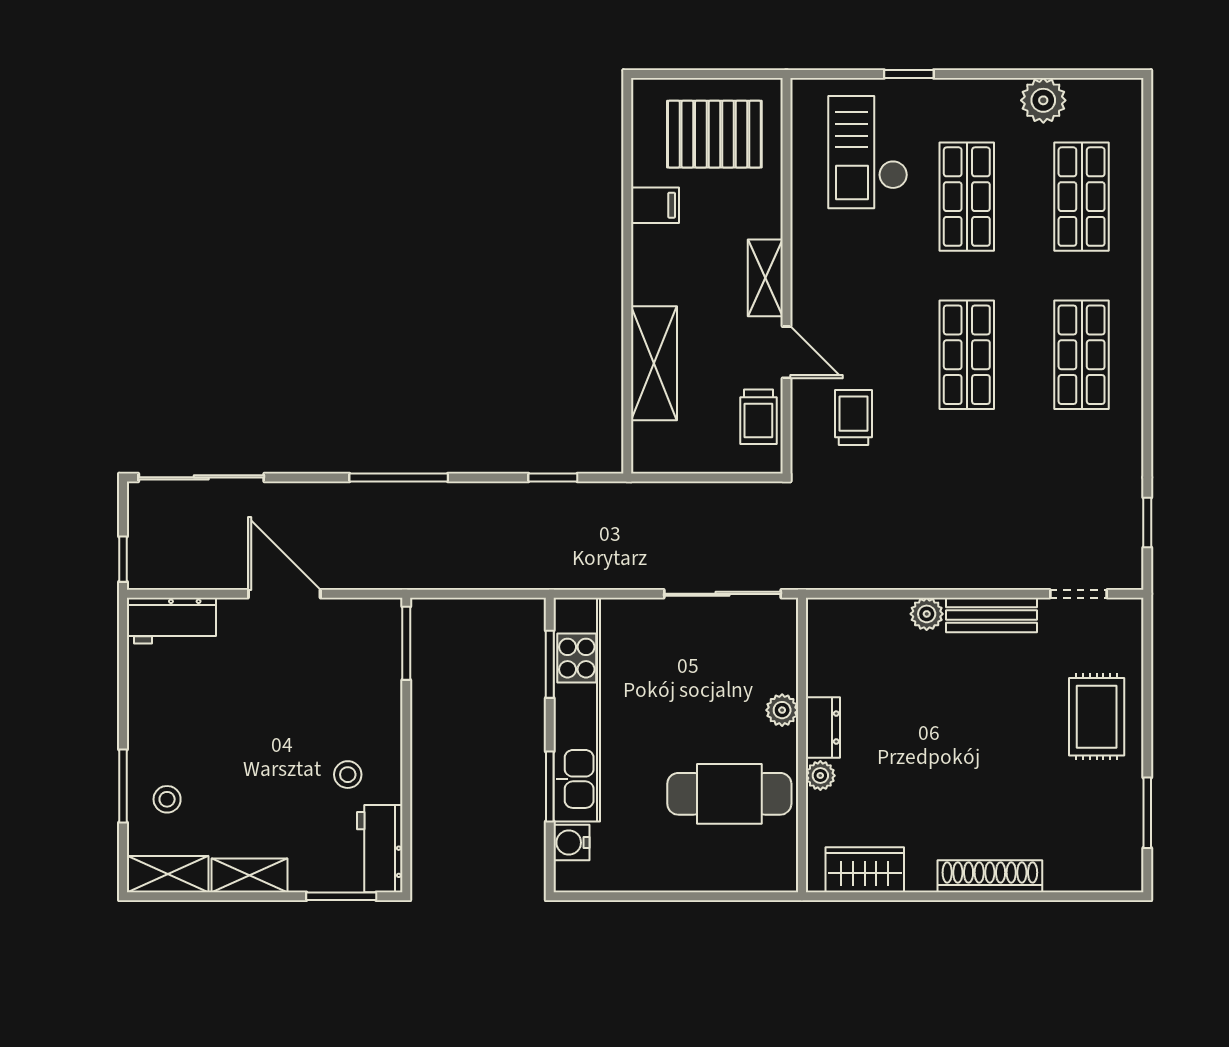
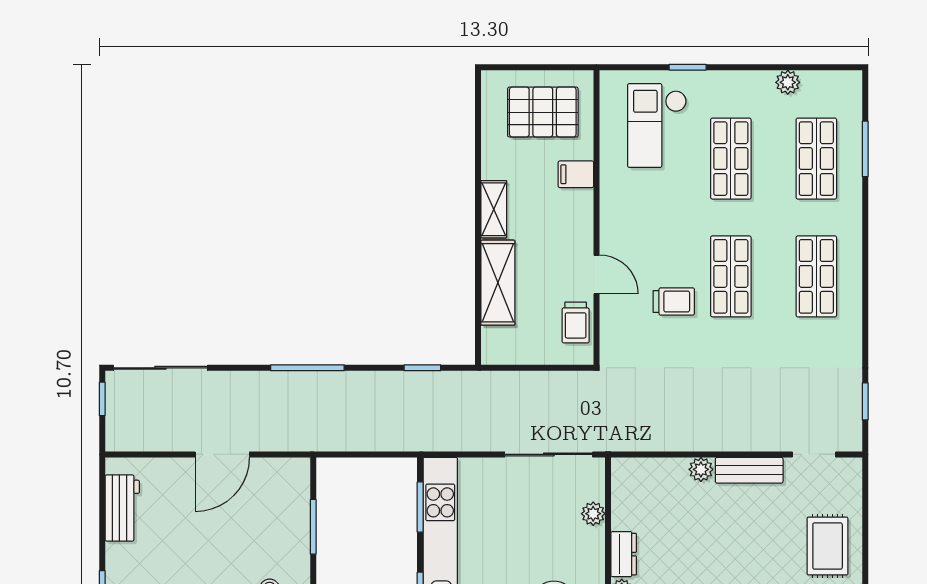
plant: (1043, 100) -> (788, 82), width x0.73, depth x0.73
window: (1147, 184) -> (865, 149), added
filing cabinet: (655, 205) -> (576, 174), moved, turned 180
shelving: (765, 278) -> (494, 209), moved
trolley: (854, 418) -> (674, 302), moved, turned 90
window: (123, 559) -> (102, 399), moved
door: (284, 594) -> (222, 454), swing flipped
workbench: (171, 621) -> (122, 508), moved, turned -90
window: (406, 643) -> (313, 527), moved
plant: (782, 710) -> (593, 514), moved

